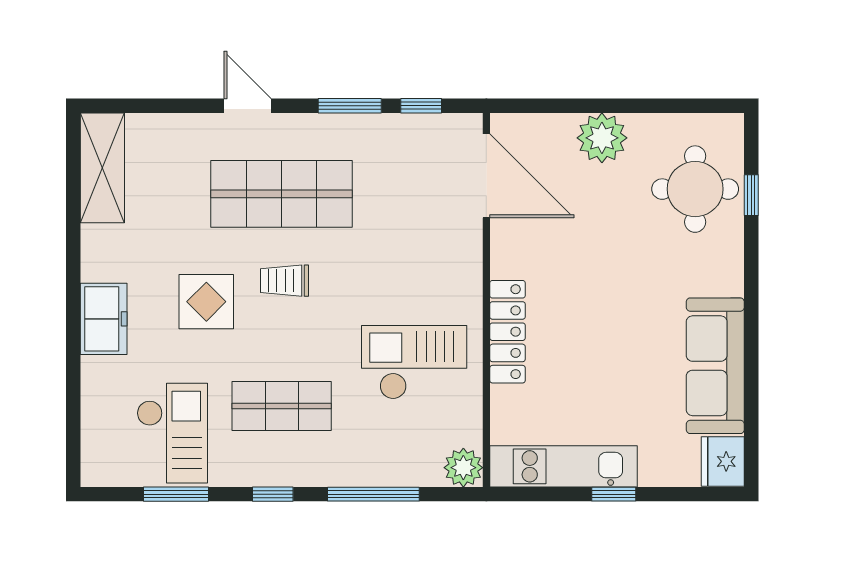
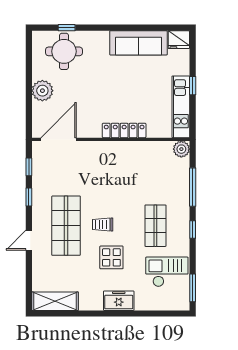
window: (350, 106) -> (29, 197), width x0.67
trolley: (284, 281) -> (103, 224), turned 90
checkout: (414, 362) -> (137, 170), removed
window: (176, 494) -> (193, 288), moved

